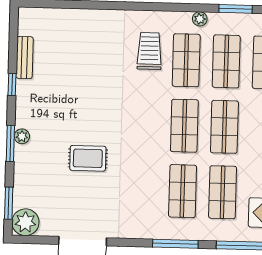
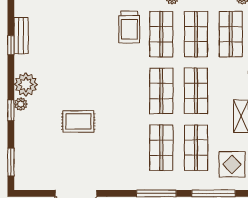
trolley: (149, 51) -> (129, 27), turned 180
window: (12, 85) -> (11, 45), moved
window: (10, 143) -> (11, 110), width x0.67
plant: (25, 222) -> (26, 84), moved

